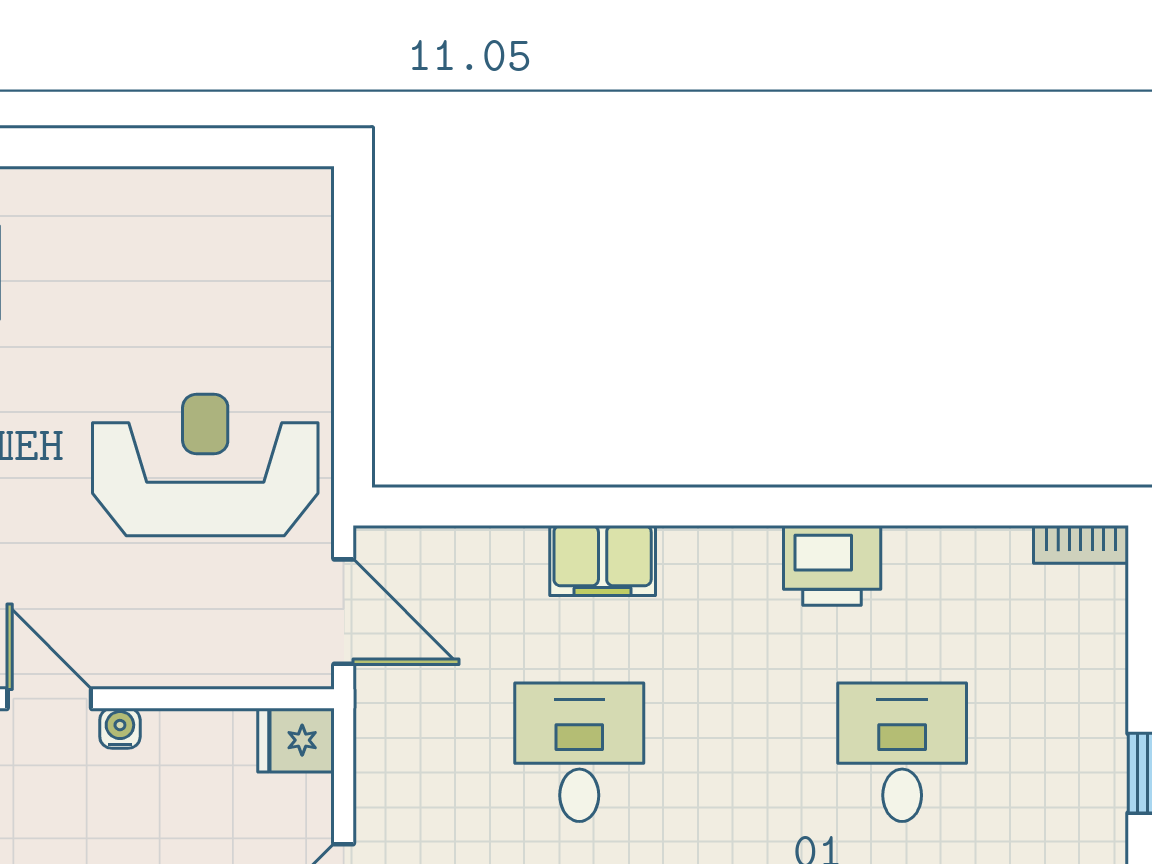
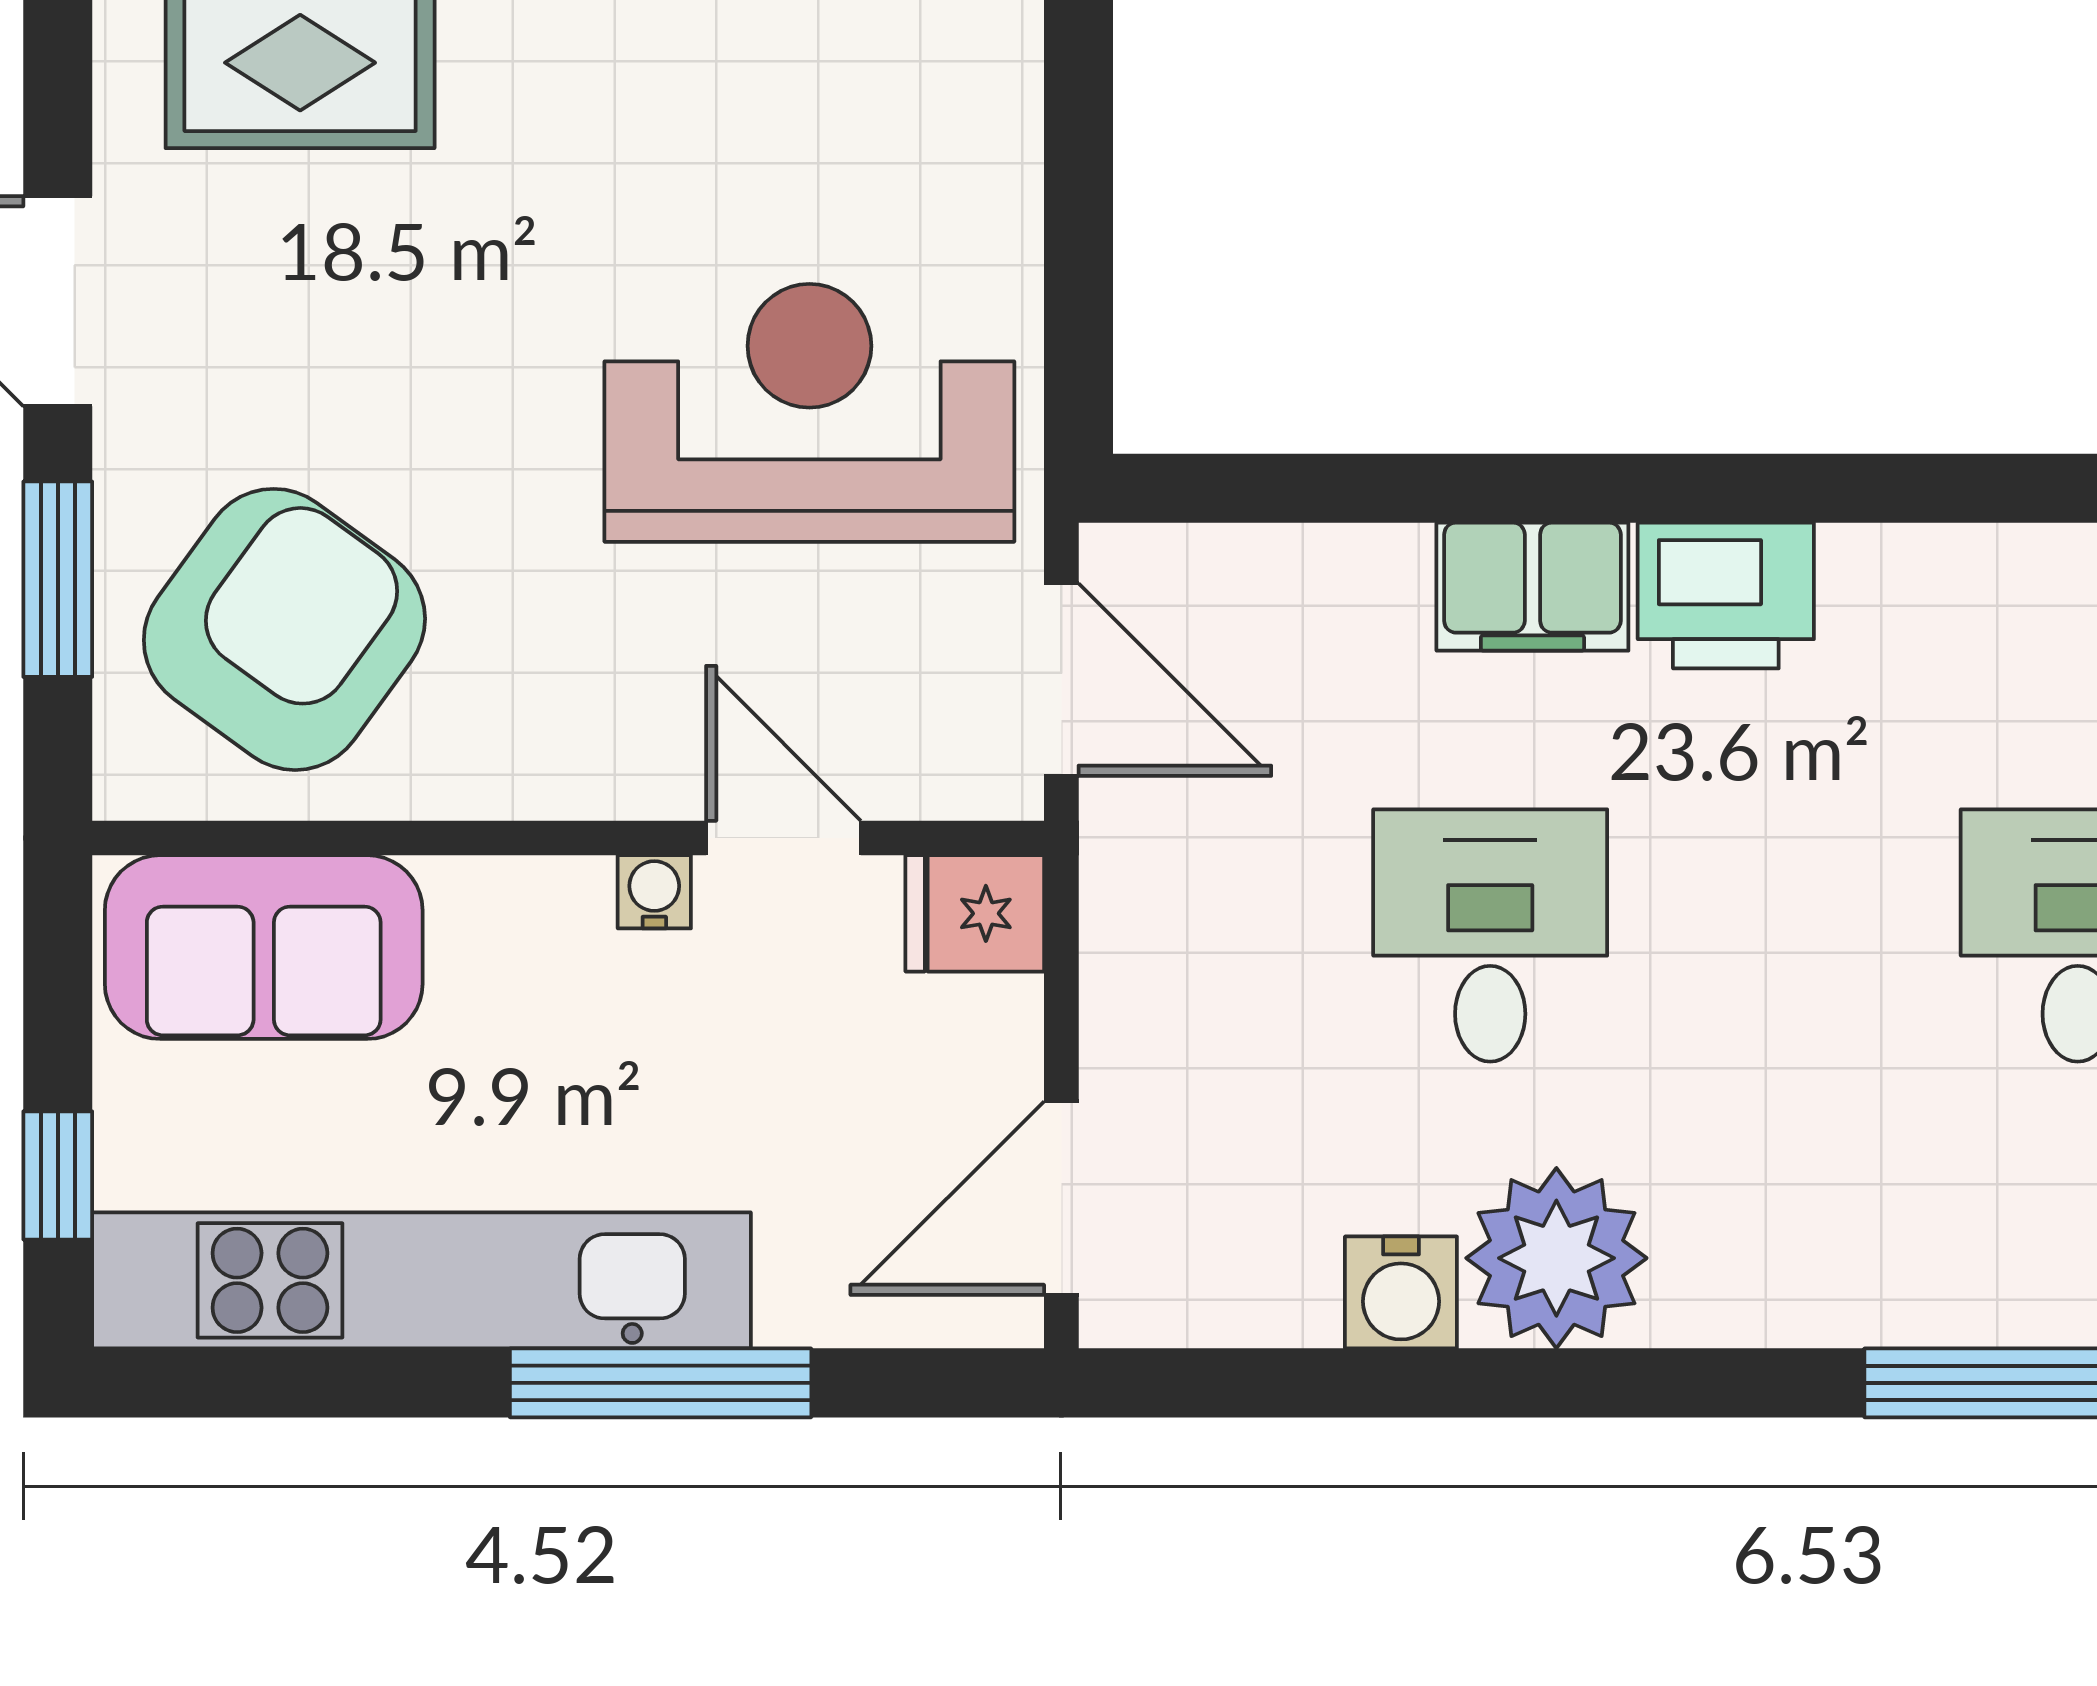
printer: (832, 565) -> (1726, 596), moved
door: (49, 699) -> (784, 838), moved

